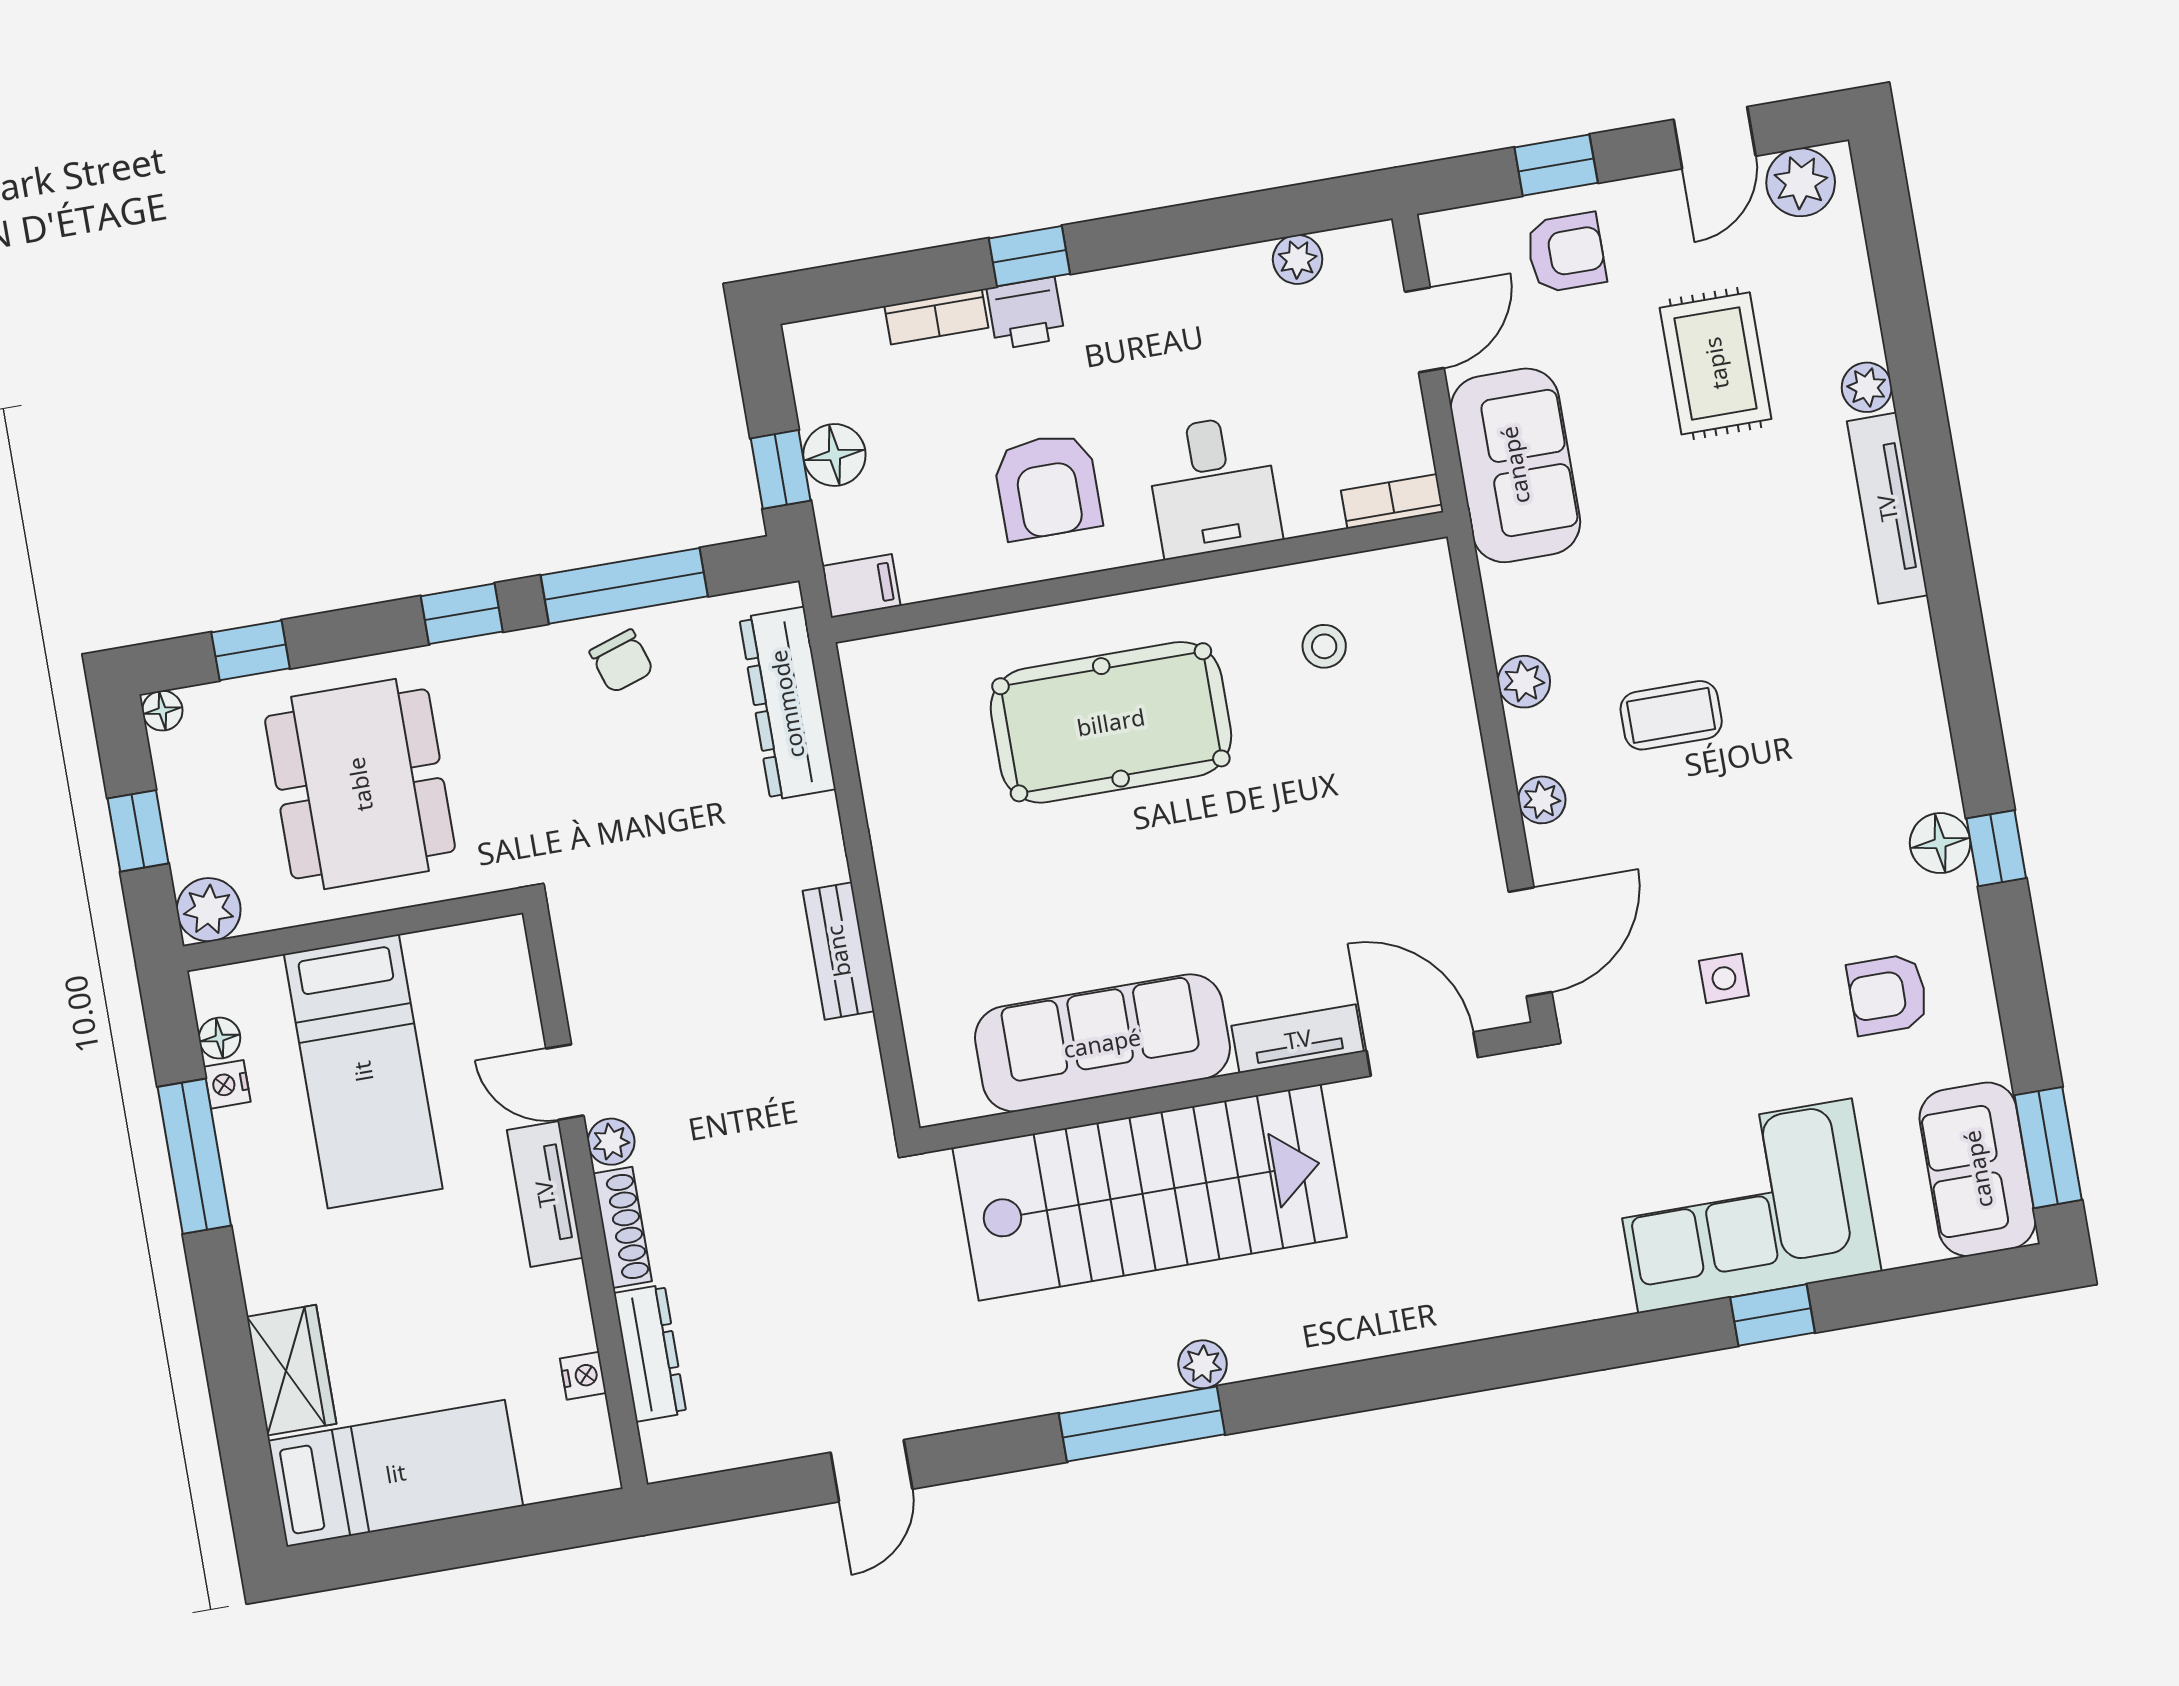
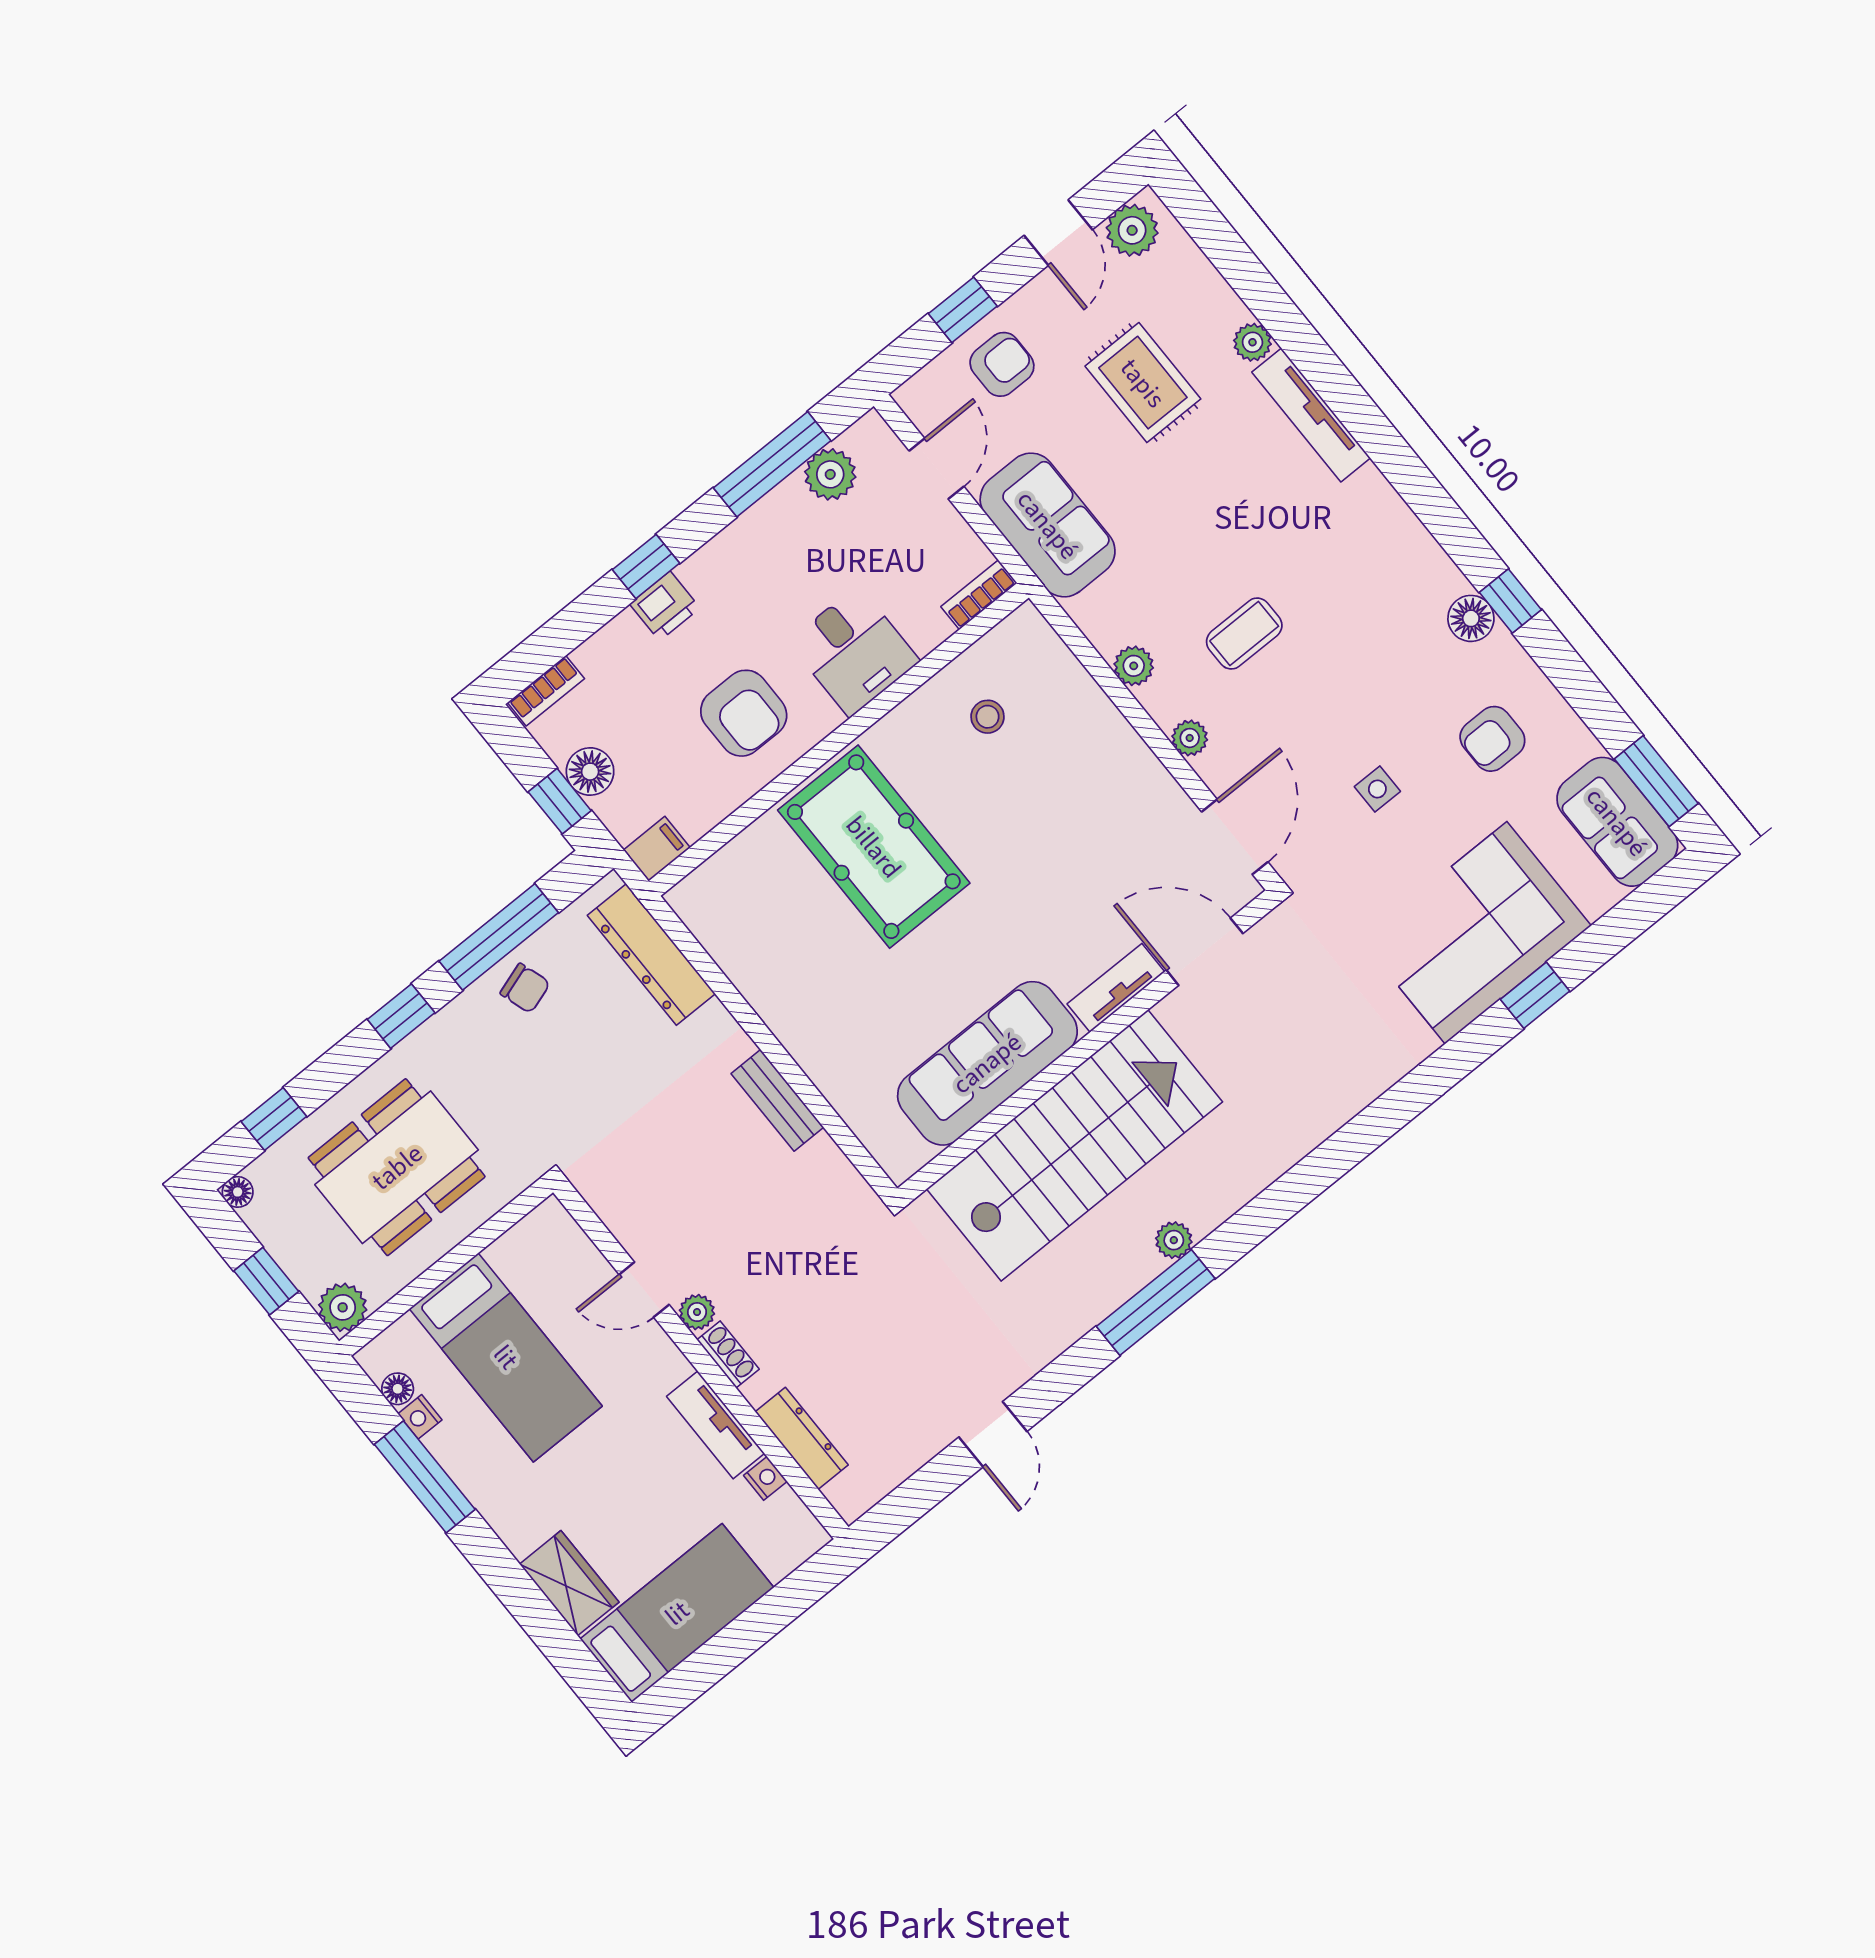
window: (1239, 220) -> (772, 464), added
plant: (1298, 259) -> (830, 474), width x1.38, depth x1.38
bookcase: (936, 317) -> (546, 691), moved
pool table: (1111, 722) -> (874, 847), turned 90
dining table: (360, 784) -> (397, 1167), turned 90
tv unit: (545, 1194) -> (716, 1425), moved
shoe rack: (622, 1227) -> (728, 1355), width x0.70

